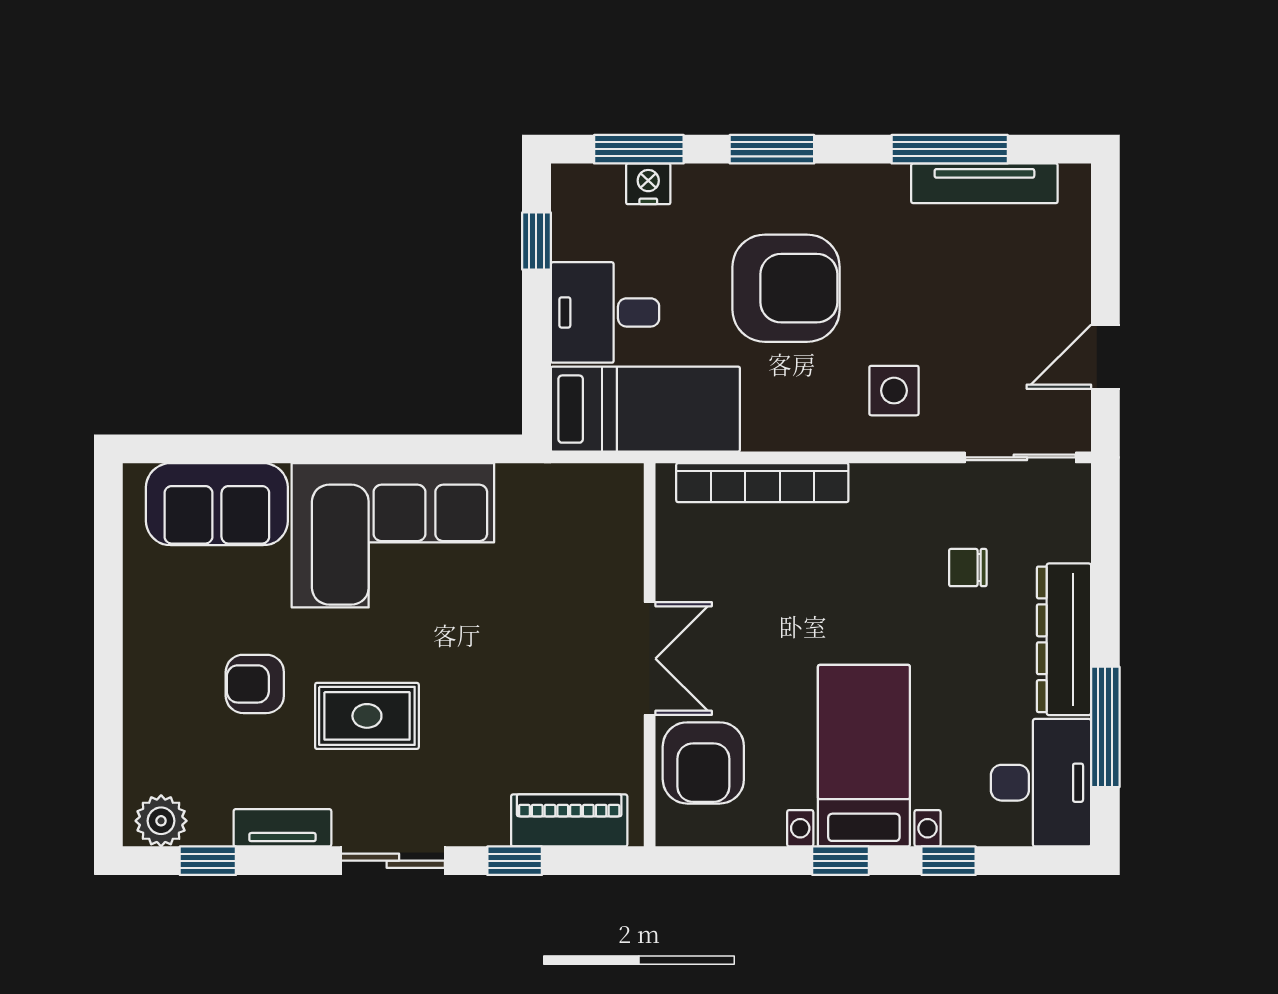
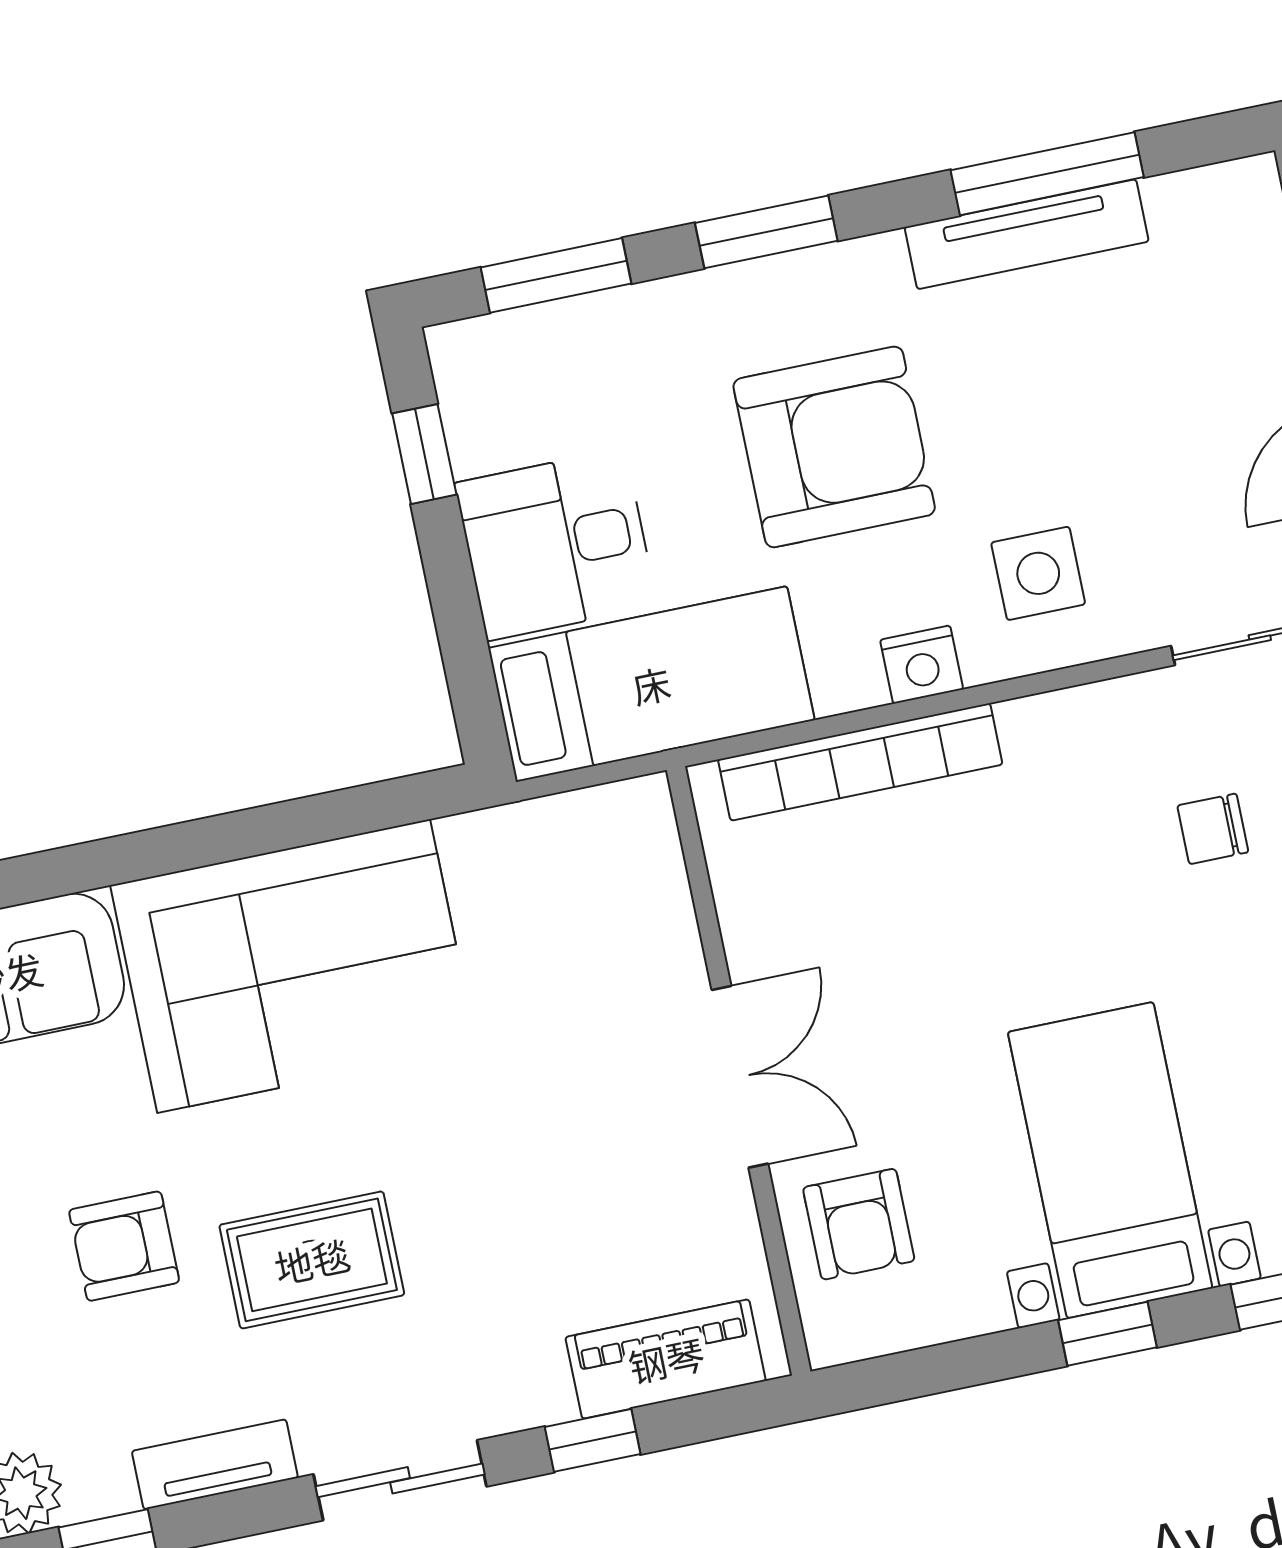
tv unit: (984, 183) -> (1027, 234), moved
nightstand: (648, 184) -> (922, 665), moved, turned 180
armchair: (703, 763) -> (859, 1224), width x0.72, depth x0.72

